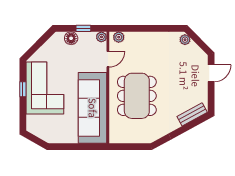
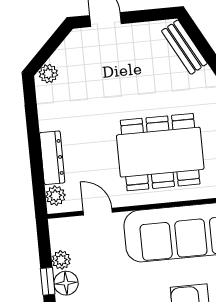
window: (83, 28) -> (48, 281), moved
plant: (101, 37) -> (61, 260), moved
dresser: (139, 37) -> (52, 158), added

